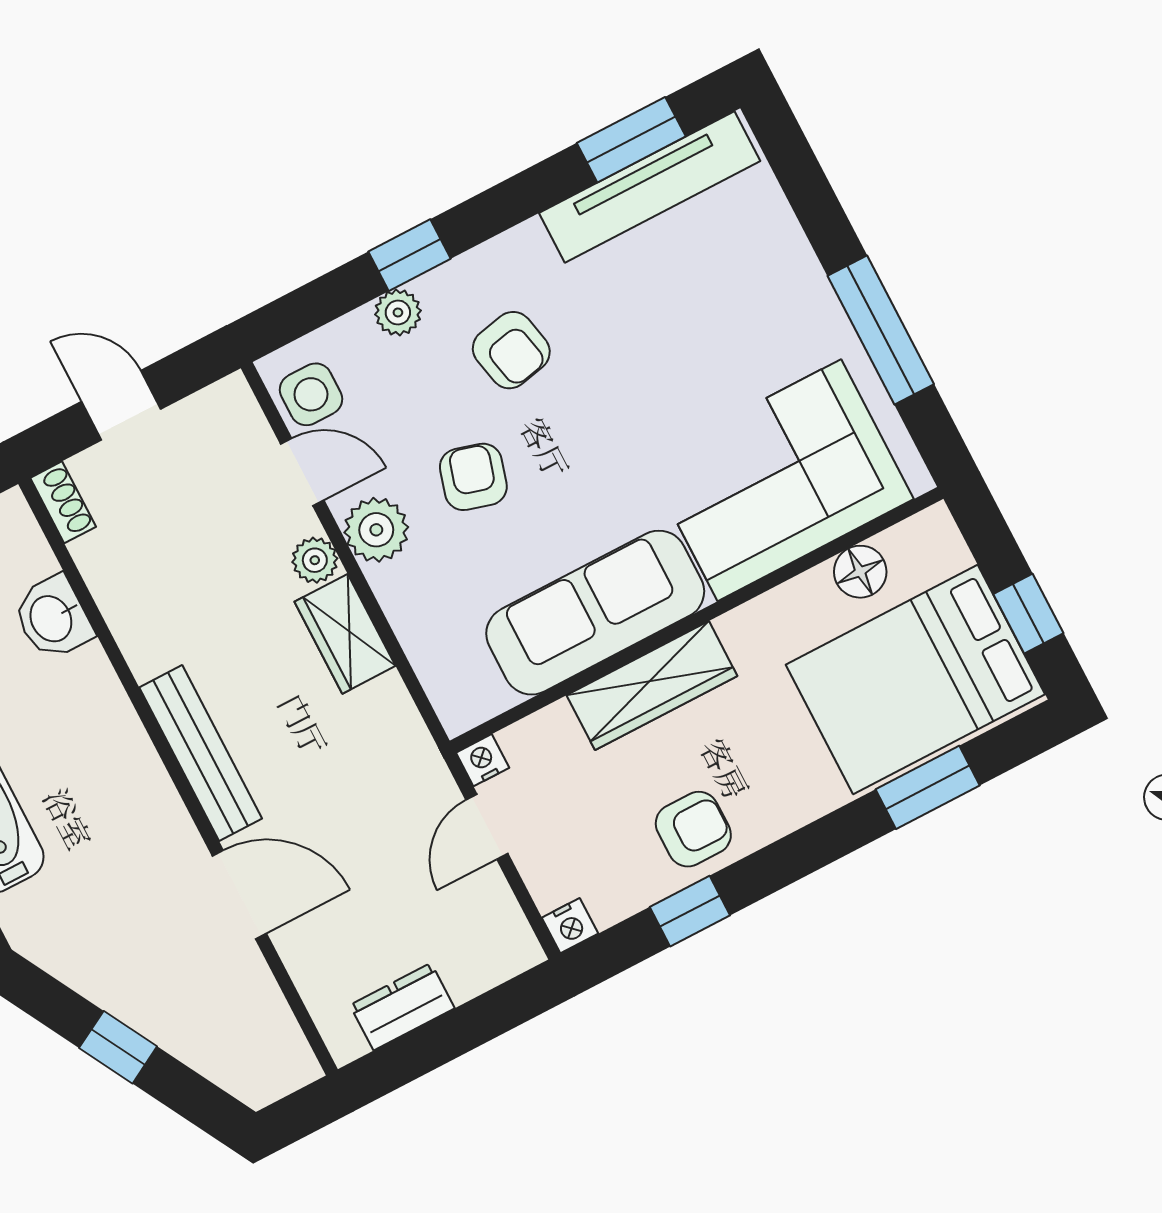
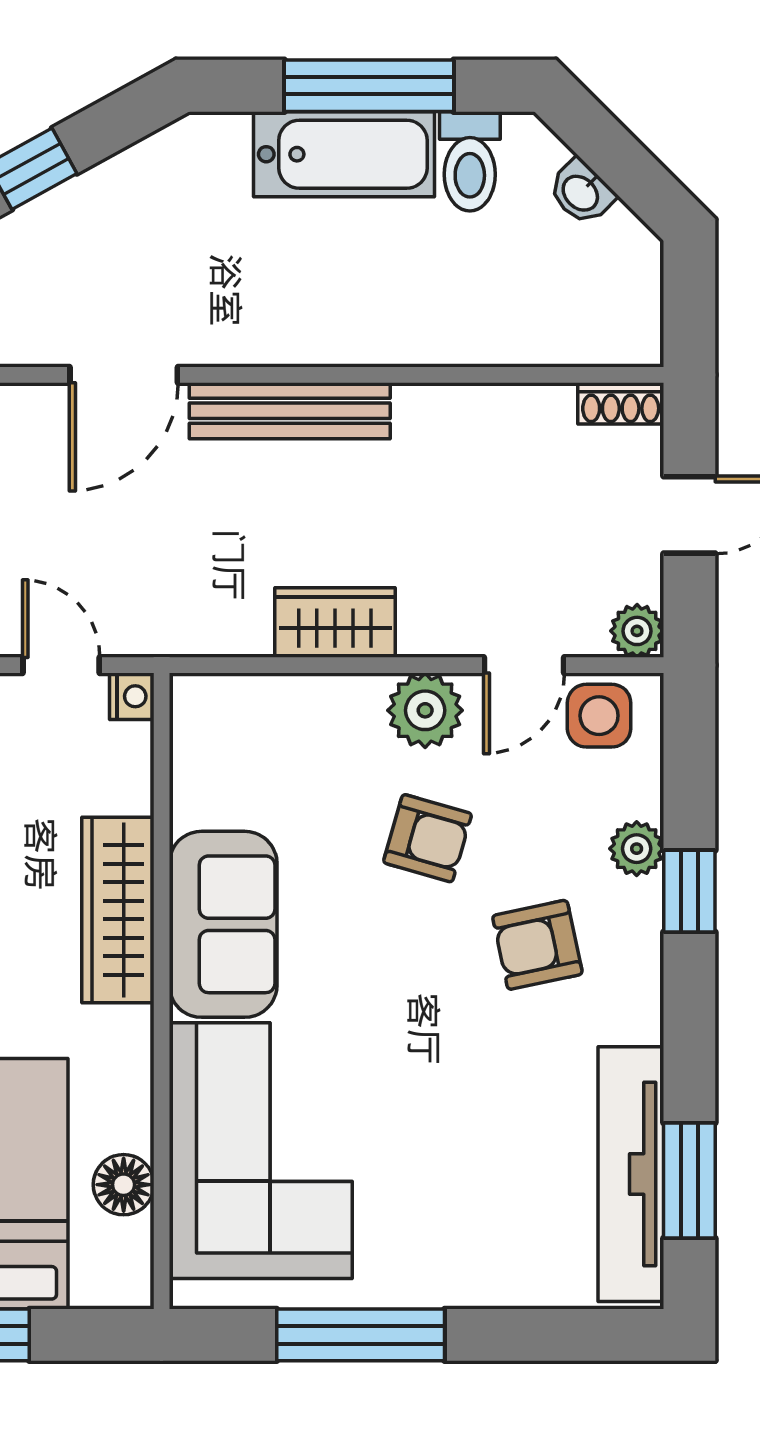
plant: (315, 560) -> (637, 631), moved
sofa: (595, 613) -> (223, 924), width x0.73
washbasin: (53, 618) -> (508, 331), removed

